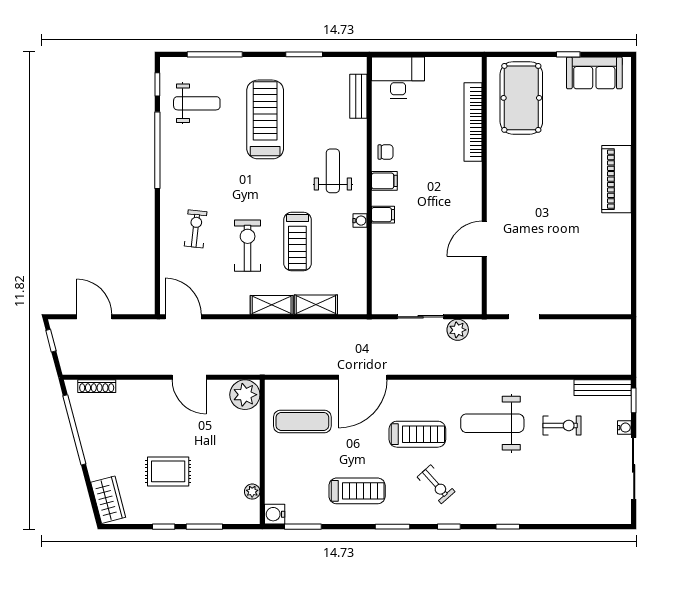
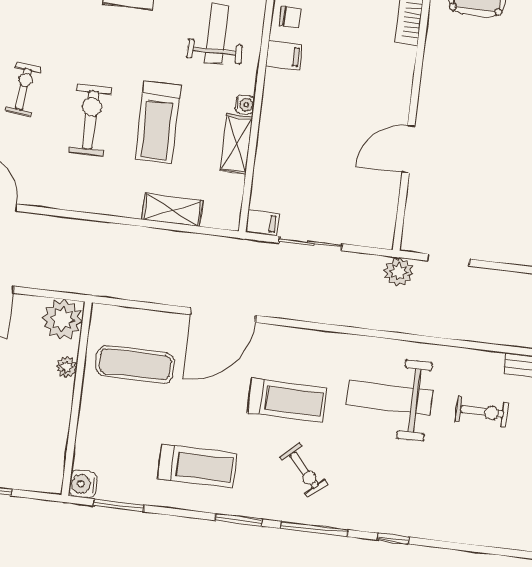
filing cabinet: (383, 215) -> (262, 223), moved
shelving: (272, 305) -> (236, 144), moved, turned 90
plant: (458, 330) -> (399, 272), moved
plant: (252, 492) -> (67, 367), moved
window: (449, 527) -> (314, 529), width x2.17

